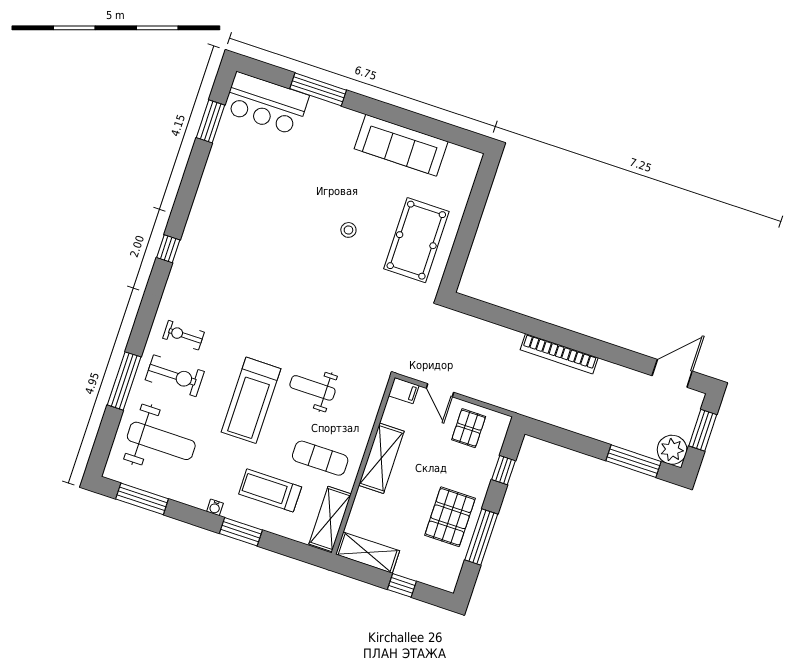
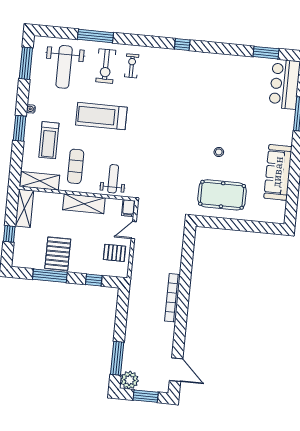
weight bench: (312, 388) -> (113, 179), moved
treadmill: (270, 490) -> (49, 140), turned 180
pallet: (450, 517) -> (58, 254), turned 90

